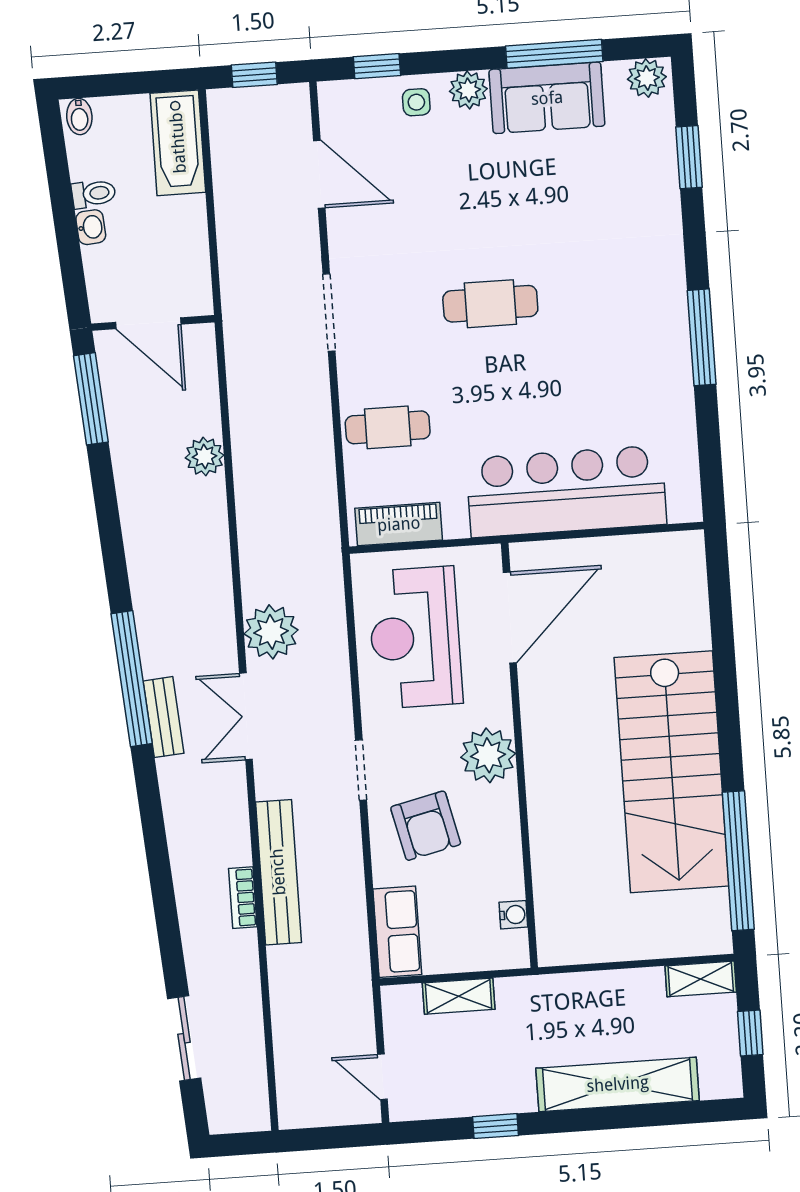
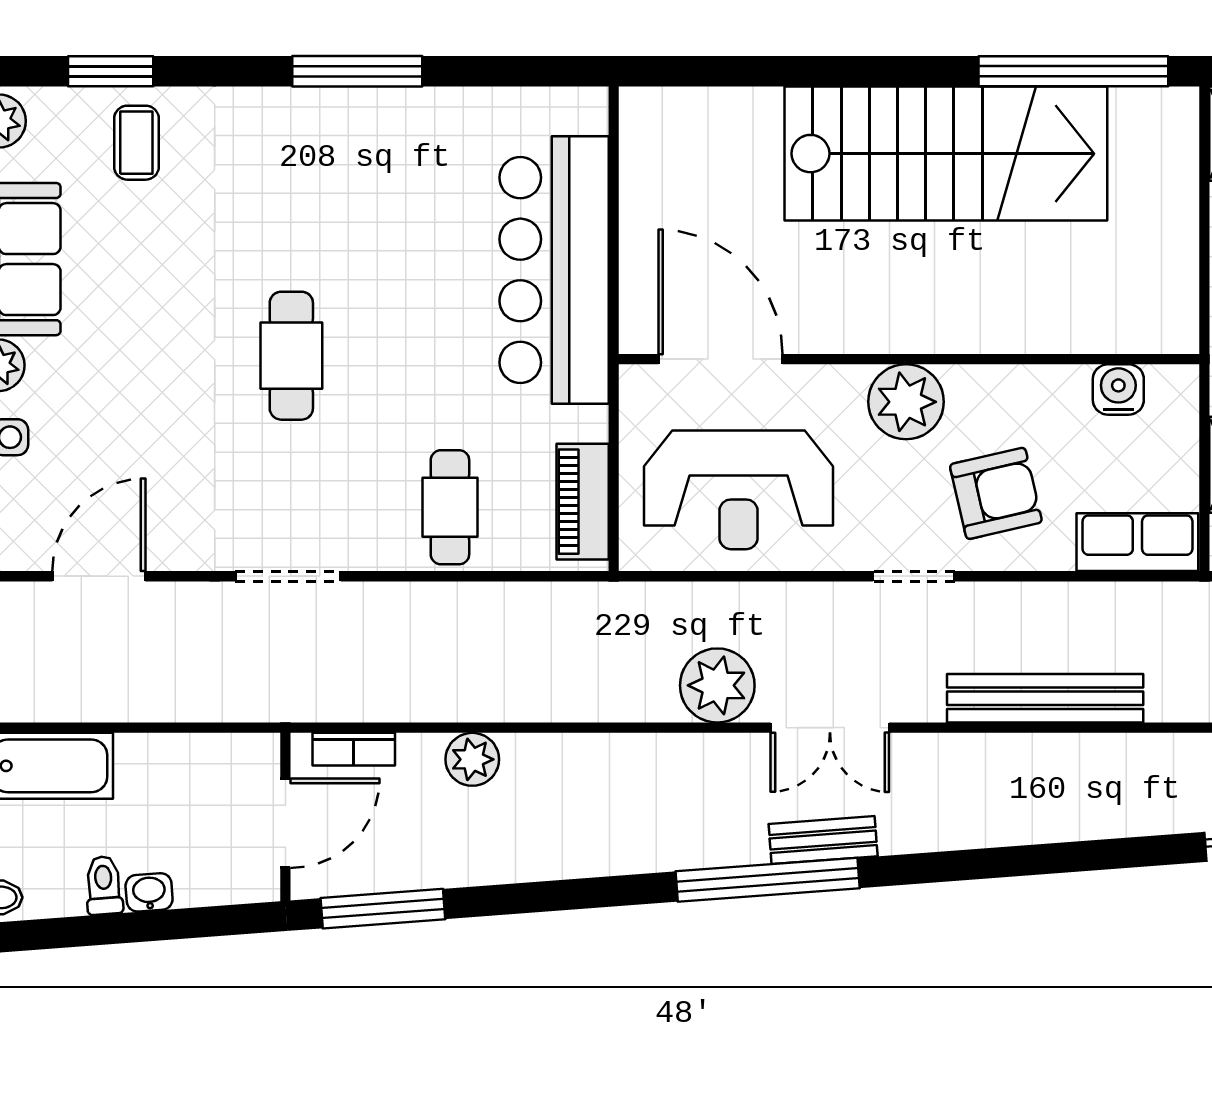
coffee table: (638, 180) -> (136, 143), added
bookcase: (243, 898) -> (354, 749), moved
water cooler: (513, 915) -> (1118, 390), width x1.38, depth x1.38

